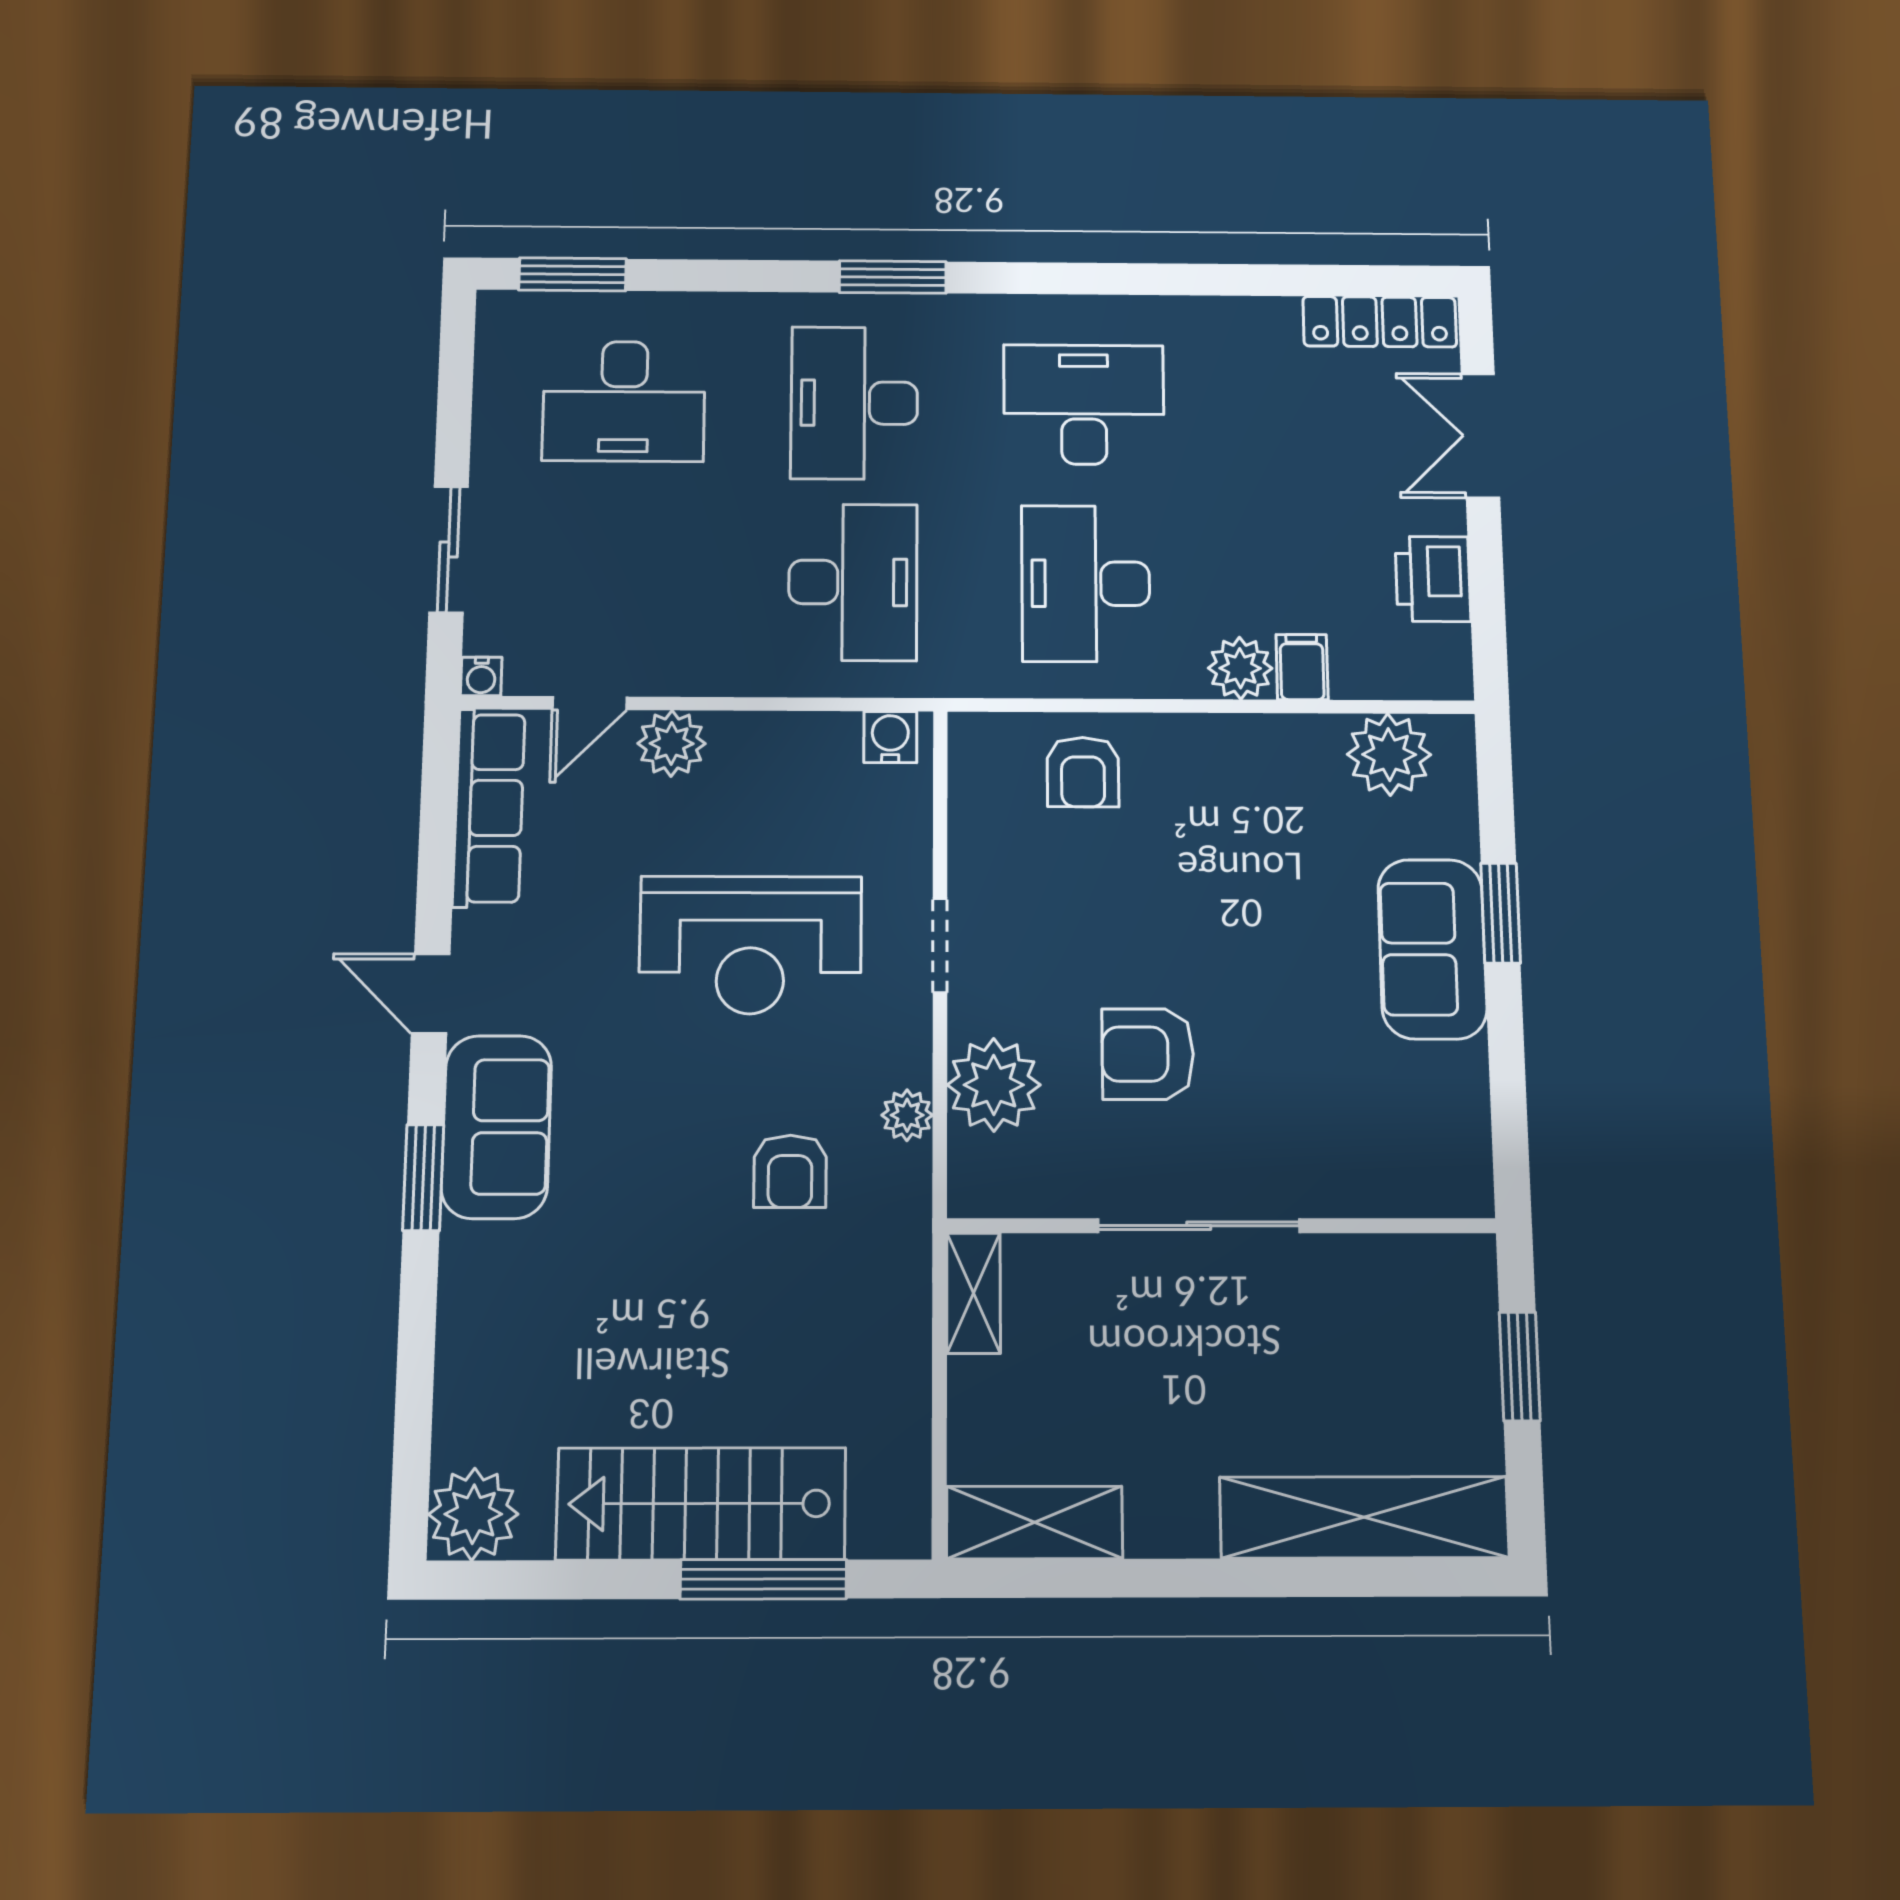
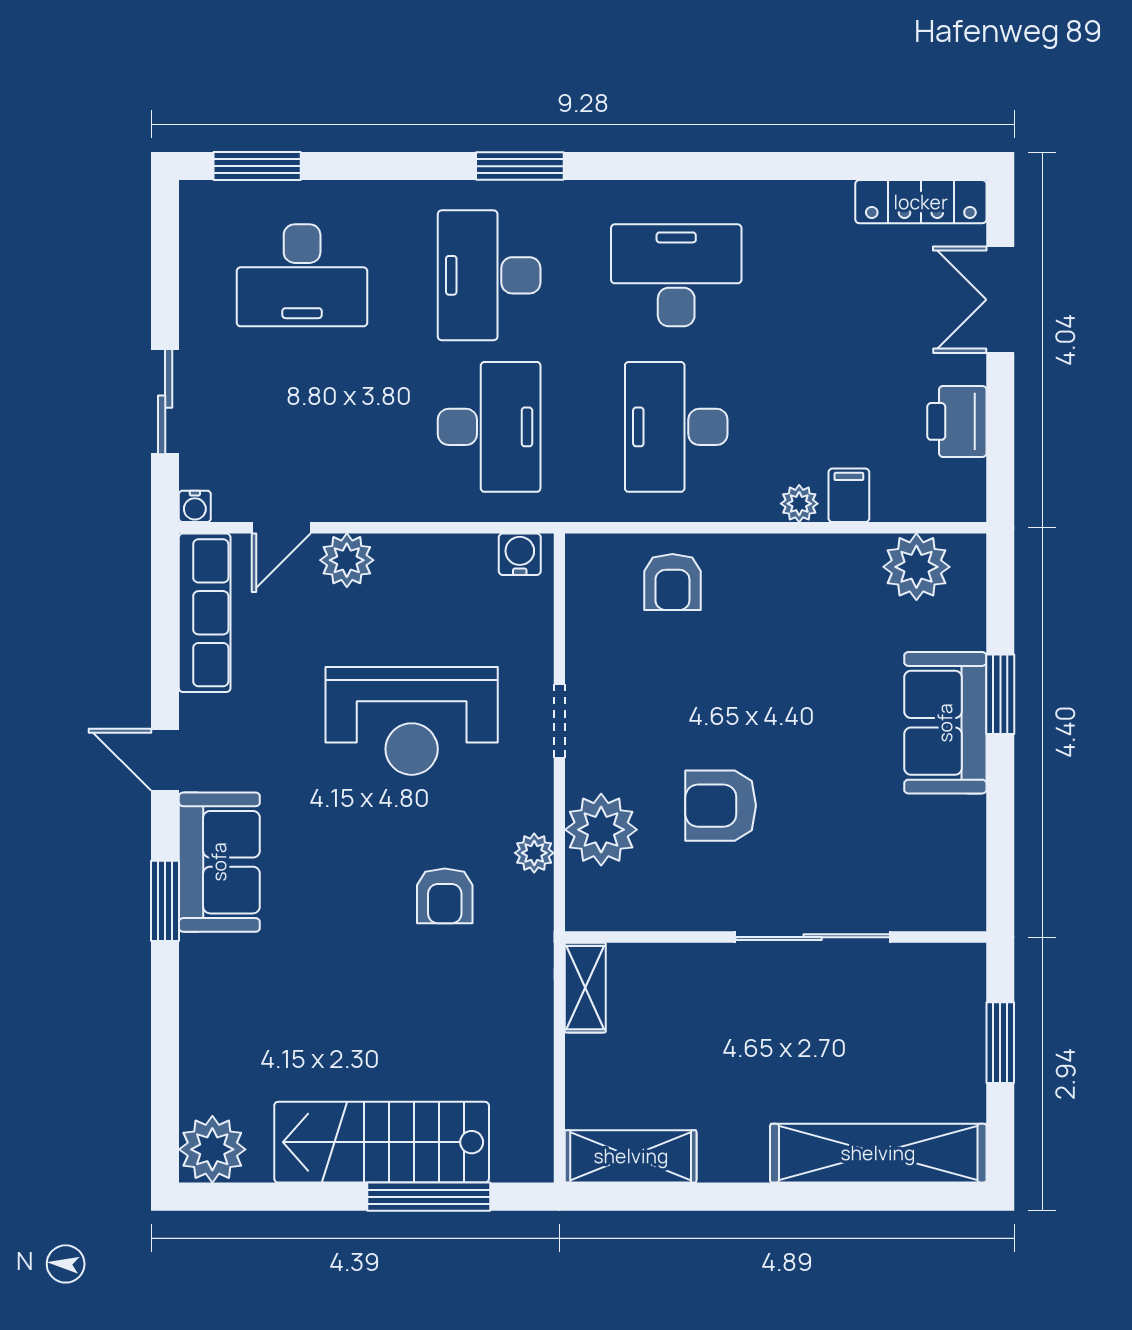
plant: (1240, 668) -> (799, 504), width x0.73, depth x0.73
sliding door: (1199, 1226) -> (813, 937), moved

